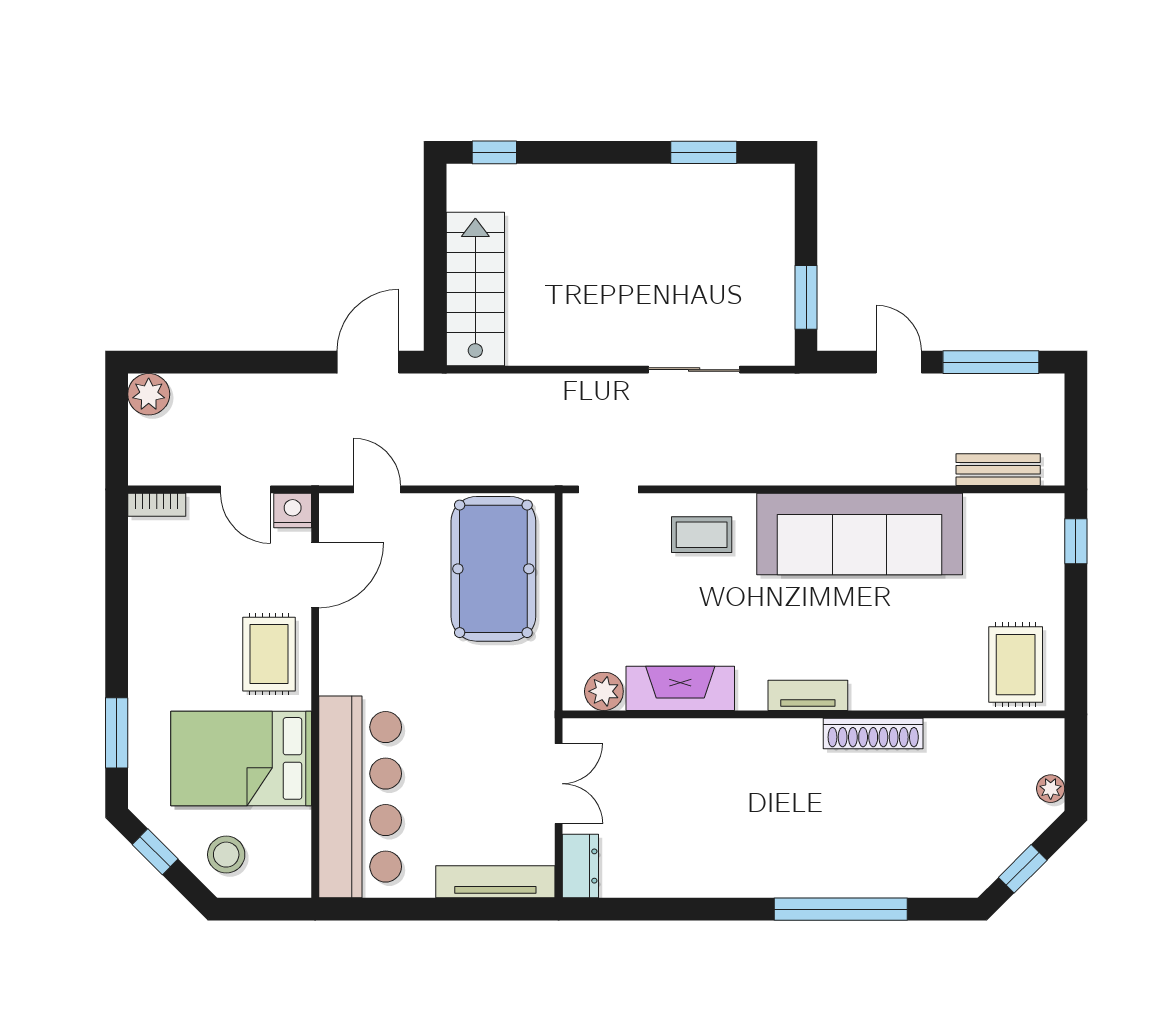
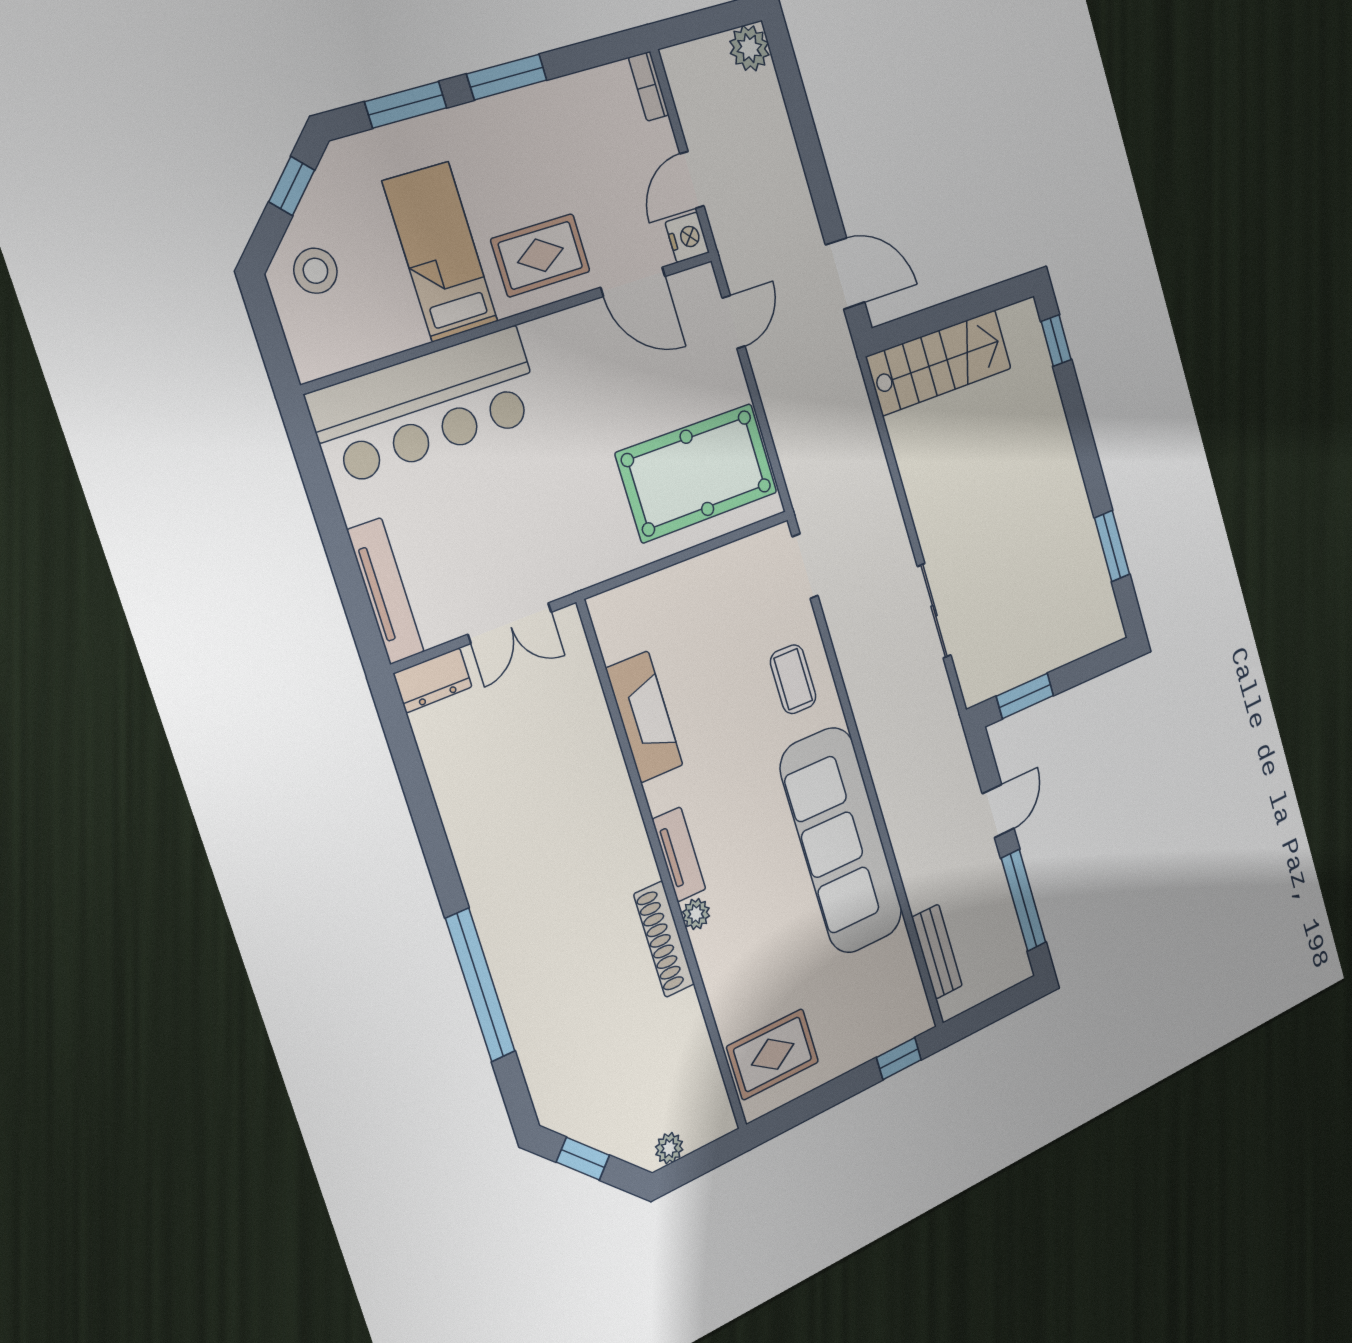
window: (117, 635) -> (507, 77), added
plant: (604, 691) -> (696, 914), moved, width x0.73, depth x0.73
bed: (241, 758) -> (440, 252), width x0.67

